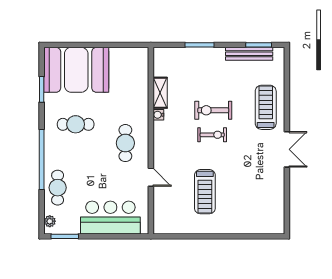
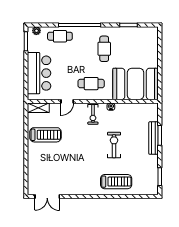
bench: (249, 54) -> (154, 138), moved
booth: (76, 70) -> (136, 84), moved, turned 90
shelving: (160, 93) -> (38, 108), moved
exercise bike: (212, 135) -> (93, 114), moved
double door: (287, 149) -> (47, 196), moved
treadmill: (205, 192) -> (45, 135), moved, turned 180

